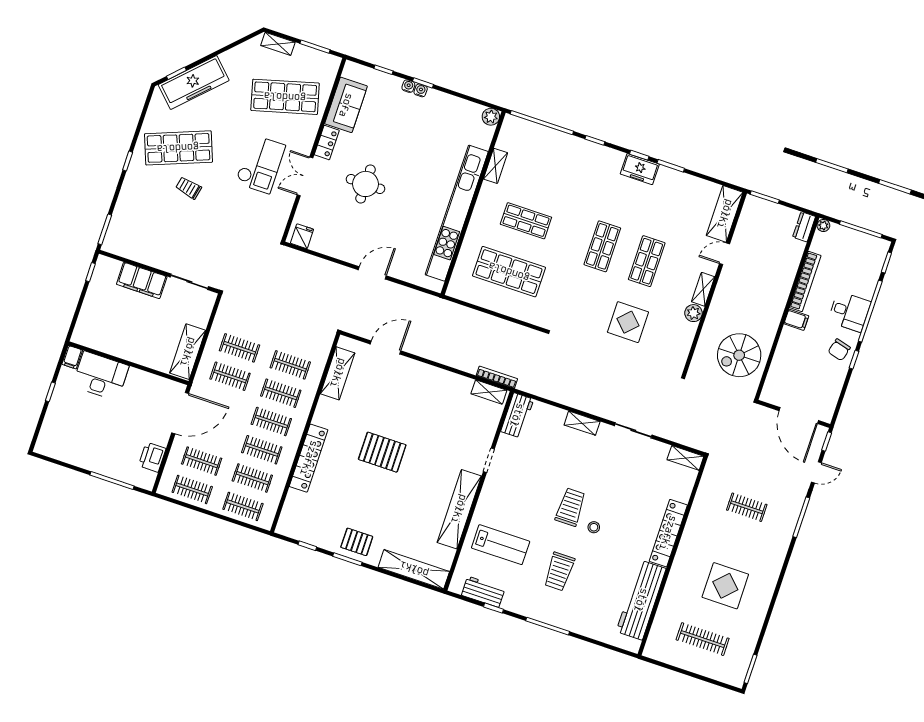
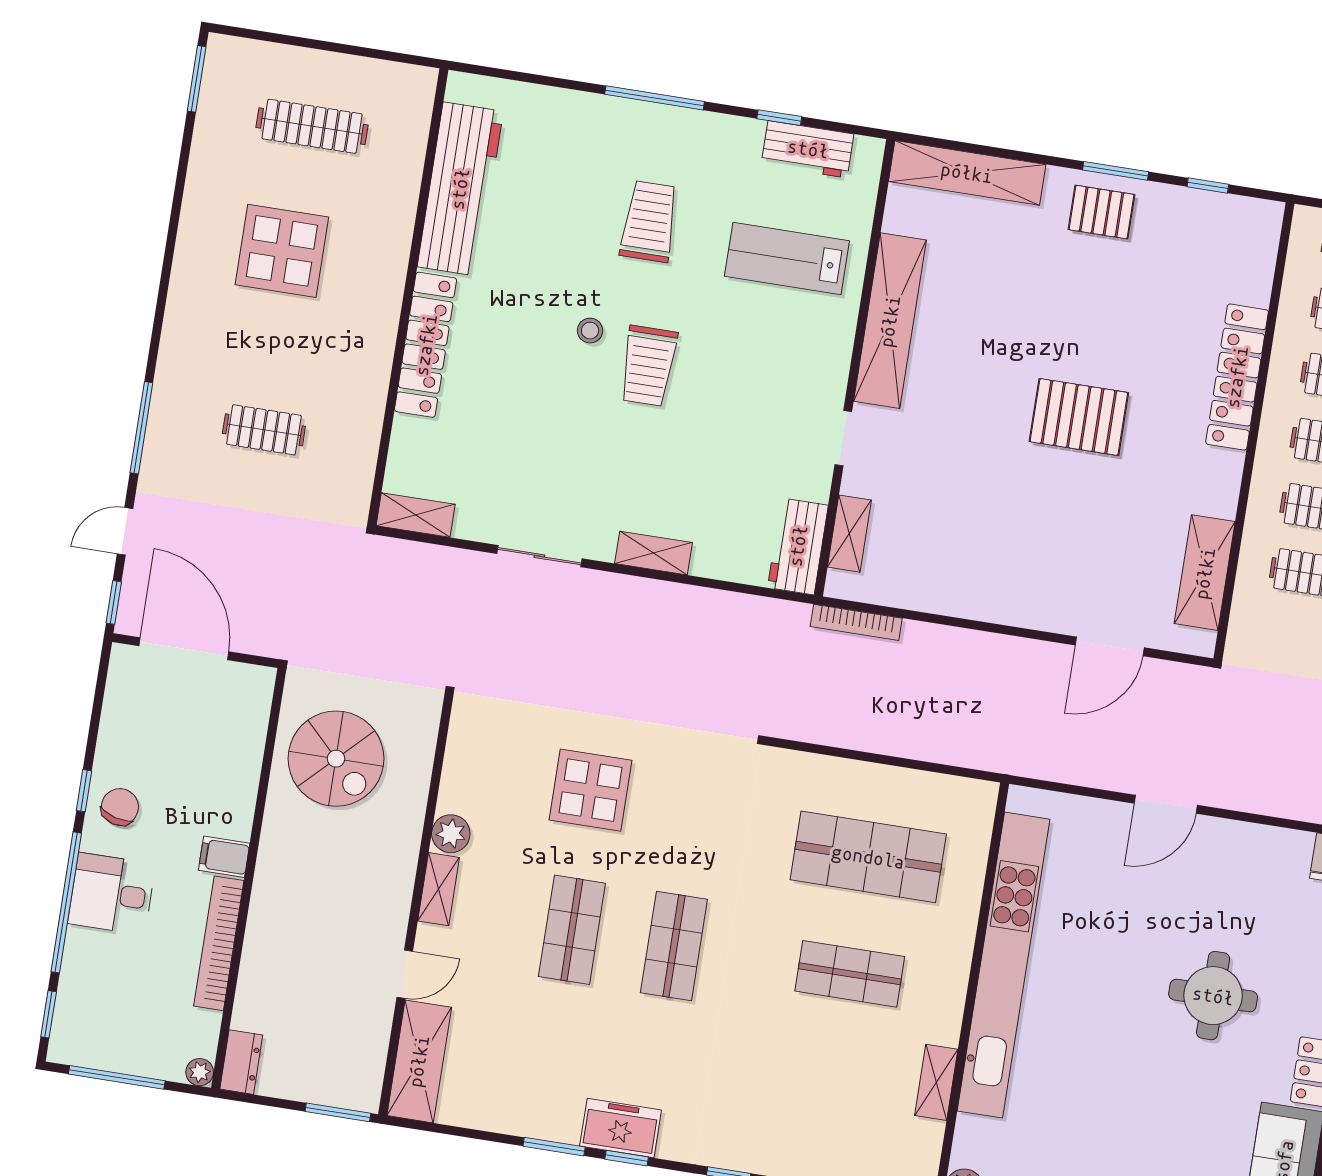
spiral stairs: (739, 355) -> (336, 759), turned 90
shelving: (489, 392) -> (849, 534), moved, turned 90

